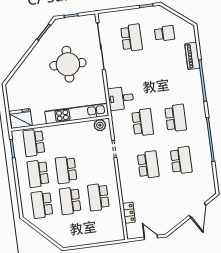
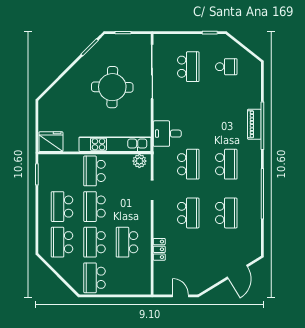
piano: (192, 56) -> (254, 124), moved
school desk: (34, 143) -> (94, 171), moved
locker: (129, 213) -> (159, 249), moved
school desk: (74, 232) -> (94, 278), added

